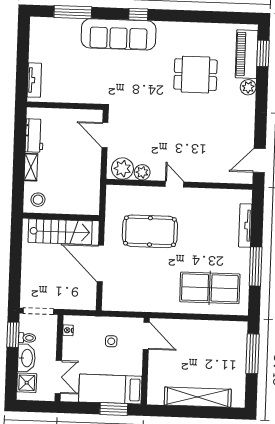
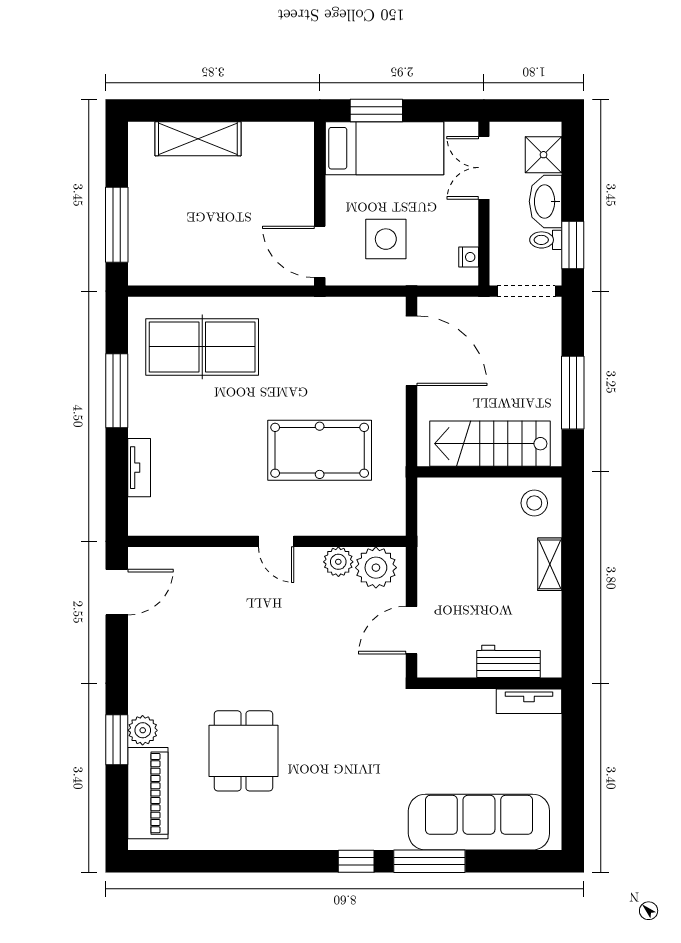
window: (73, 12) -> (429, 861), moved
sofa: (119, 34) -> (479, 822), moved
window: (263, 53) -> (117, 740), moved
dining table: (196, 75) -> (243, 751), turned 90
tv unit: (34, 80) -> (529, 701), moved, turned -90
door: (105, 135) -> (412, 630), swing flipped
workbench: (34, 136) -> (508, 661), moved, turned 90
tv unit: (245, 226) -> (139, 468), width x0.71
window: (16, 257) -> (573, 393), added
door: (100, 264) -> (412, 351), moved
side table: (111, 341) -> (386, 239), width x1.87, depth x1.87
shelving: (198, 397) -> (198, 139), width x0.68

